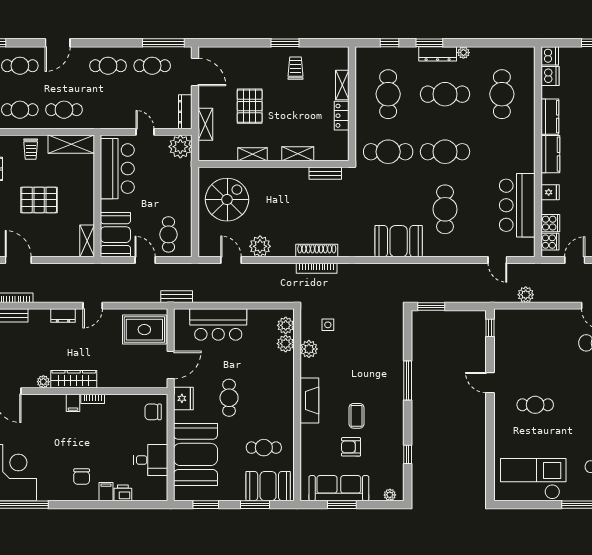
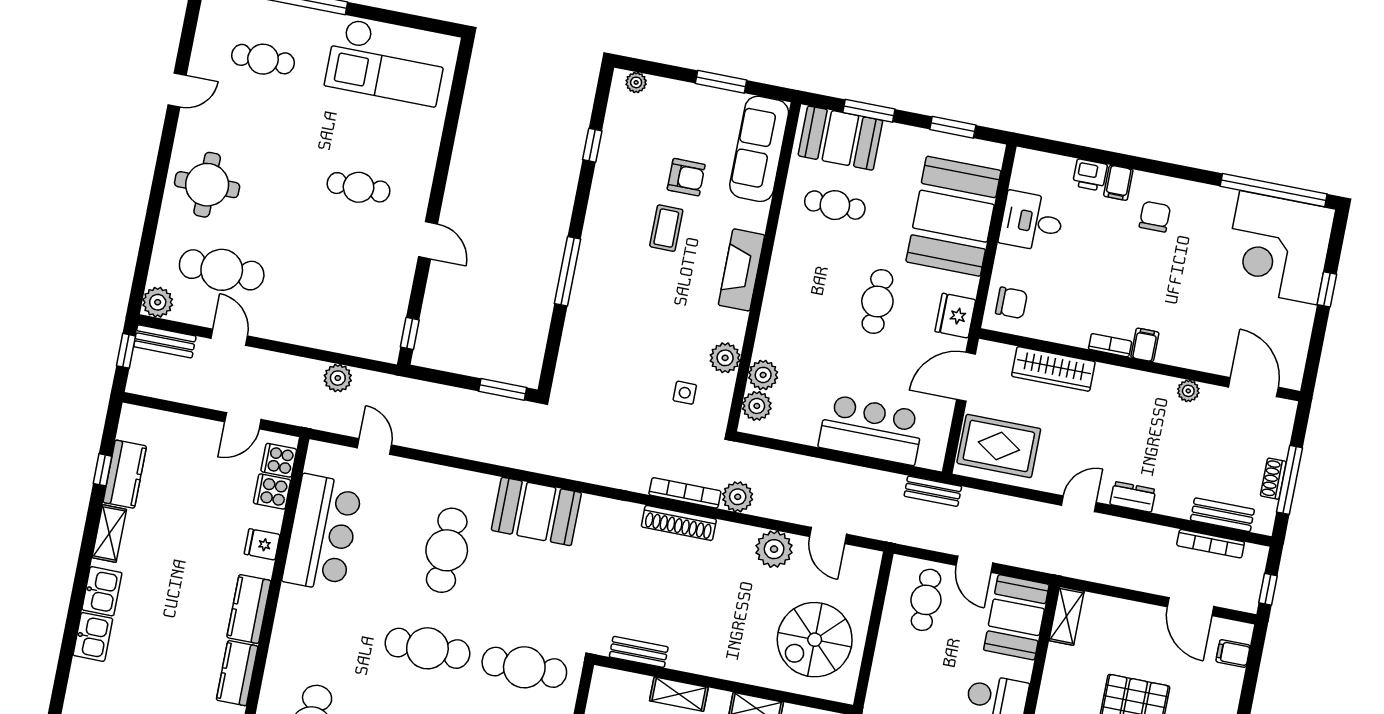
plant: (286, 272) -> (738, 497), added
wardrobe: (74, 379) -> (1053, 369), moved
sofa: (339, 488) -> (759, 149), moved, turned 90

